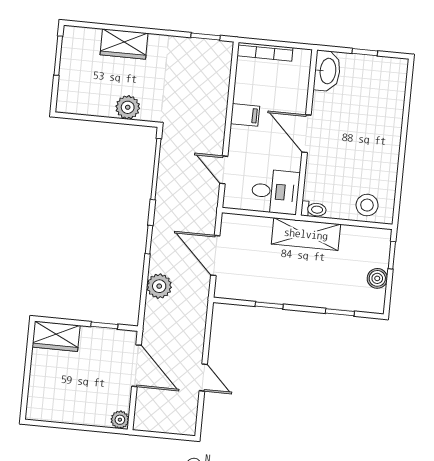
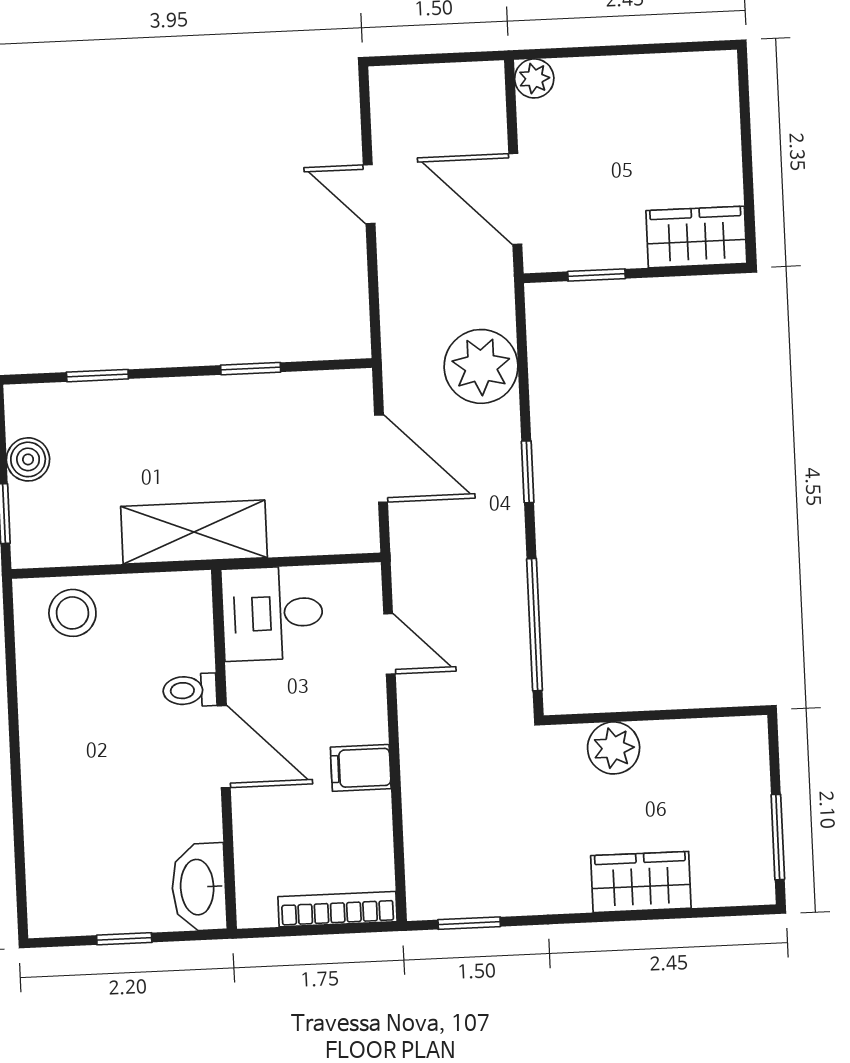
toilet: (314, 209) -> (190, 690), moved
plant: (159, 286) -> (481, 366), width x1.36, depth x1.36

